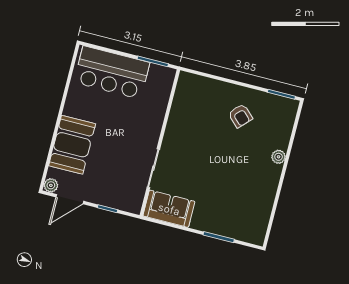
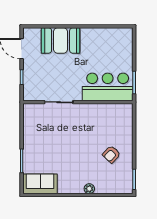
bar counter: (112, 73) -> (108, 87), moved, turned 90
plant: (51, 185) -> (28, 33), removed
sofa: (169, 209) -> (40, 184), moved, turned -90

